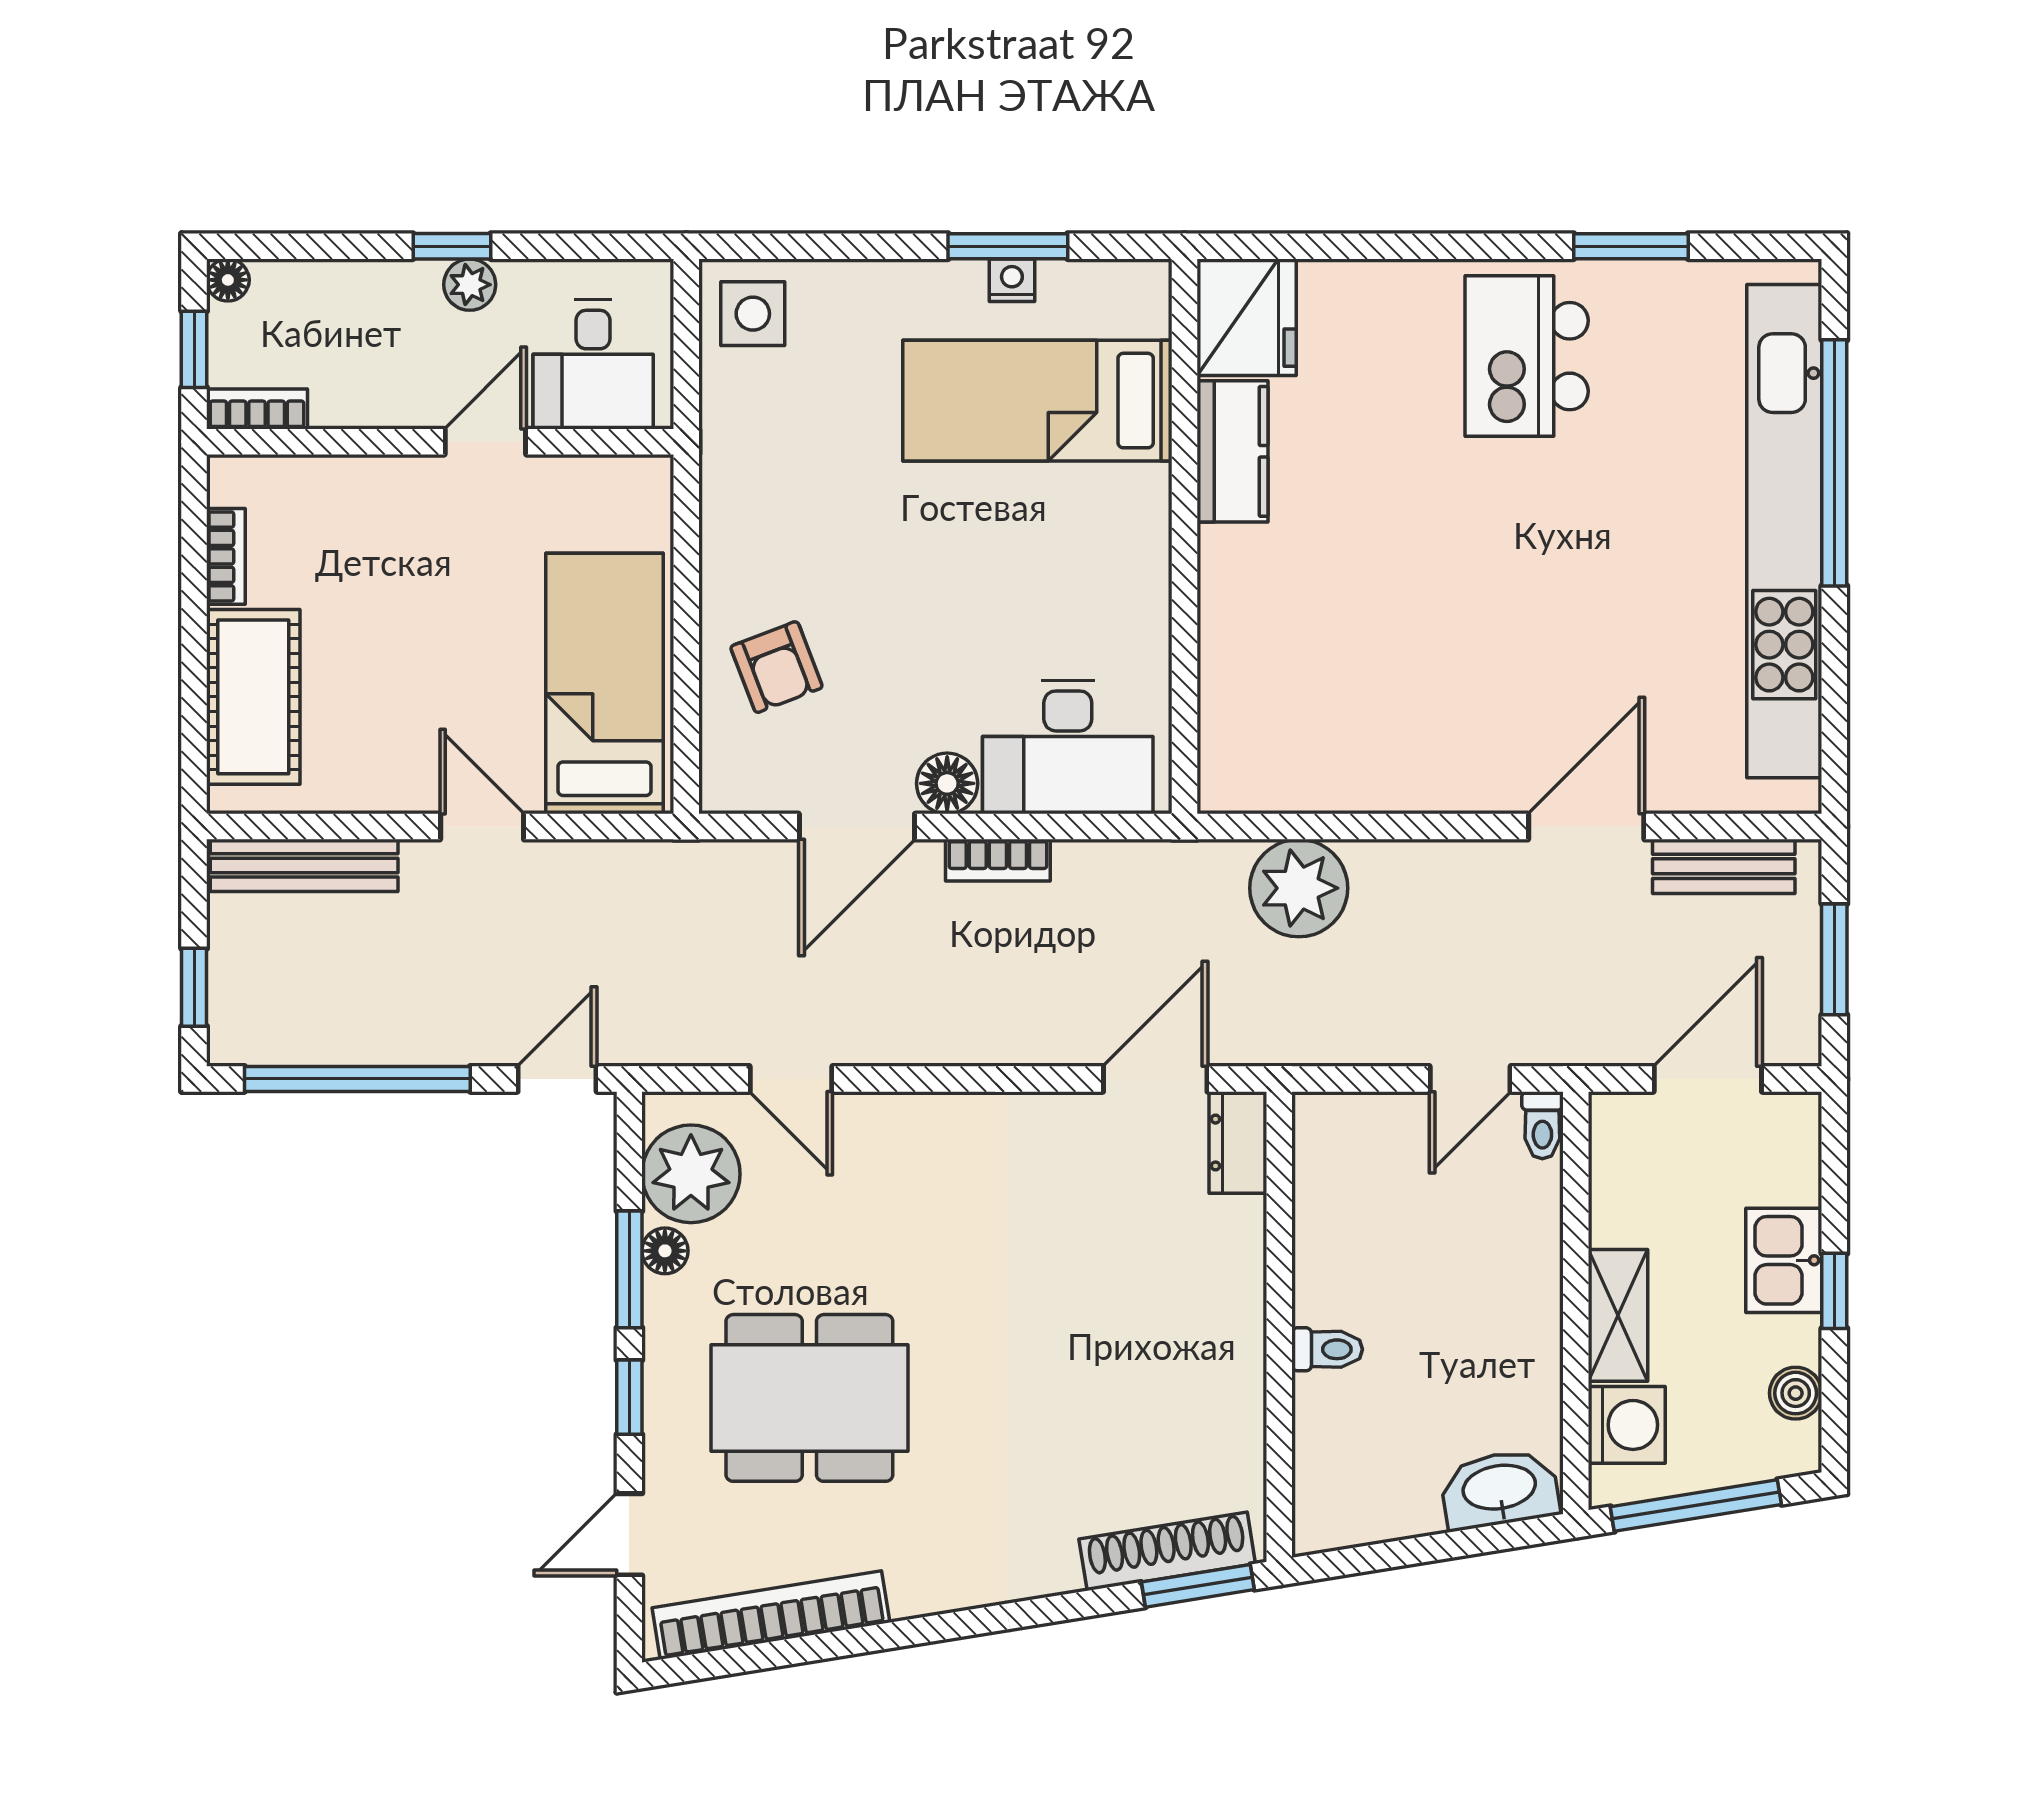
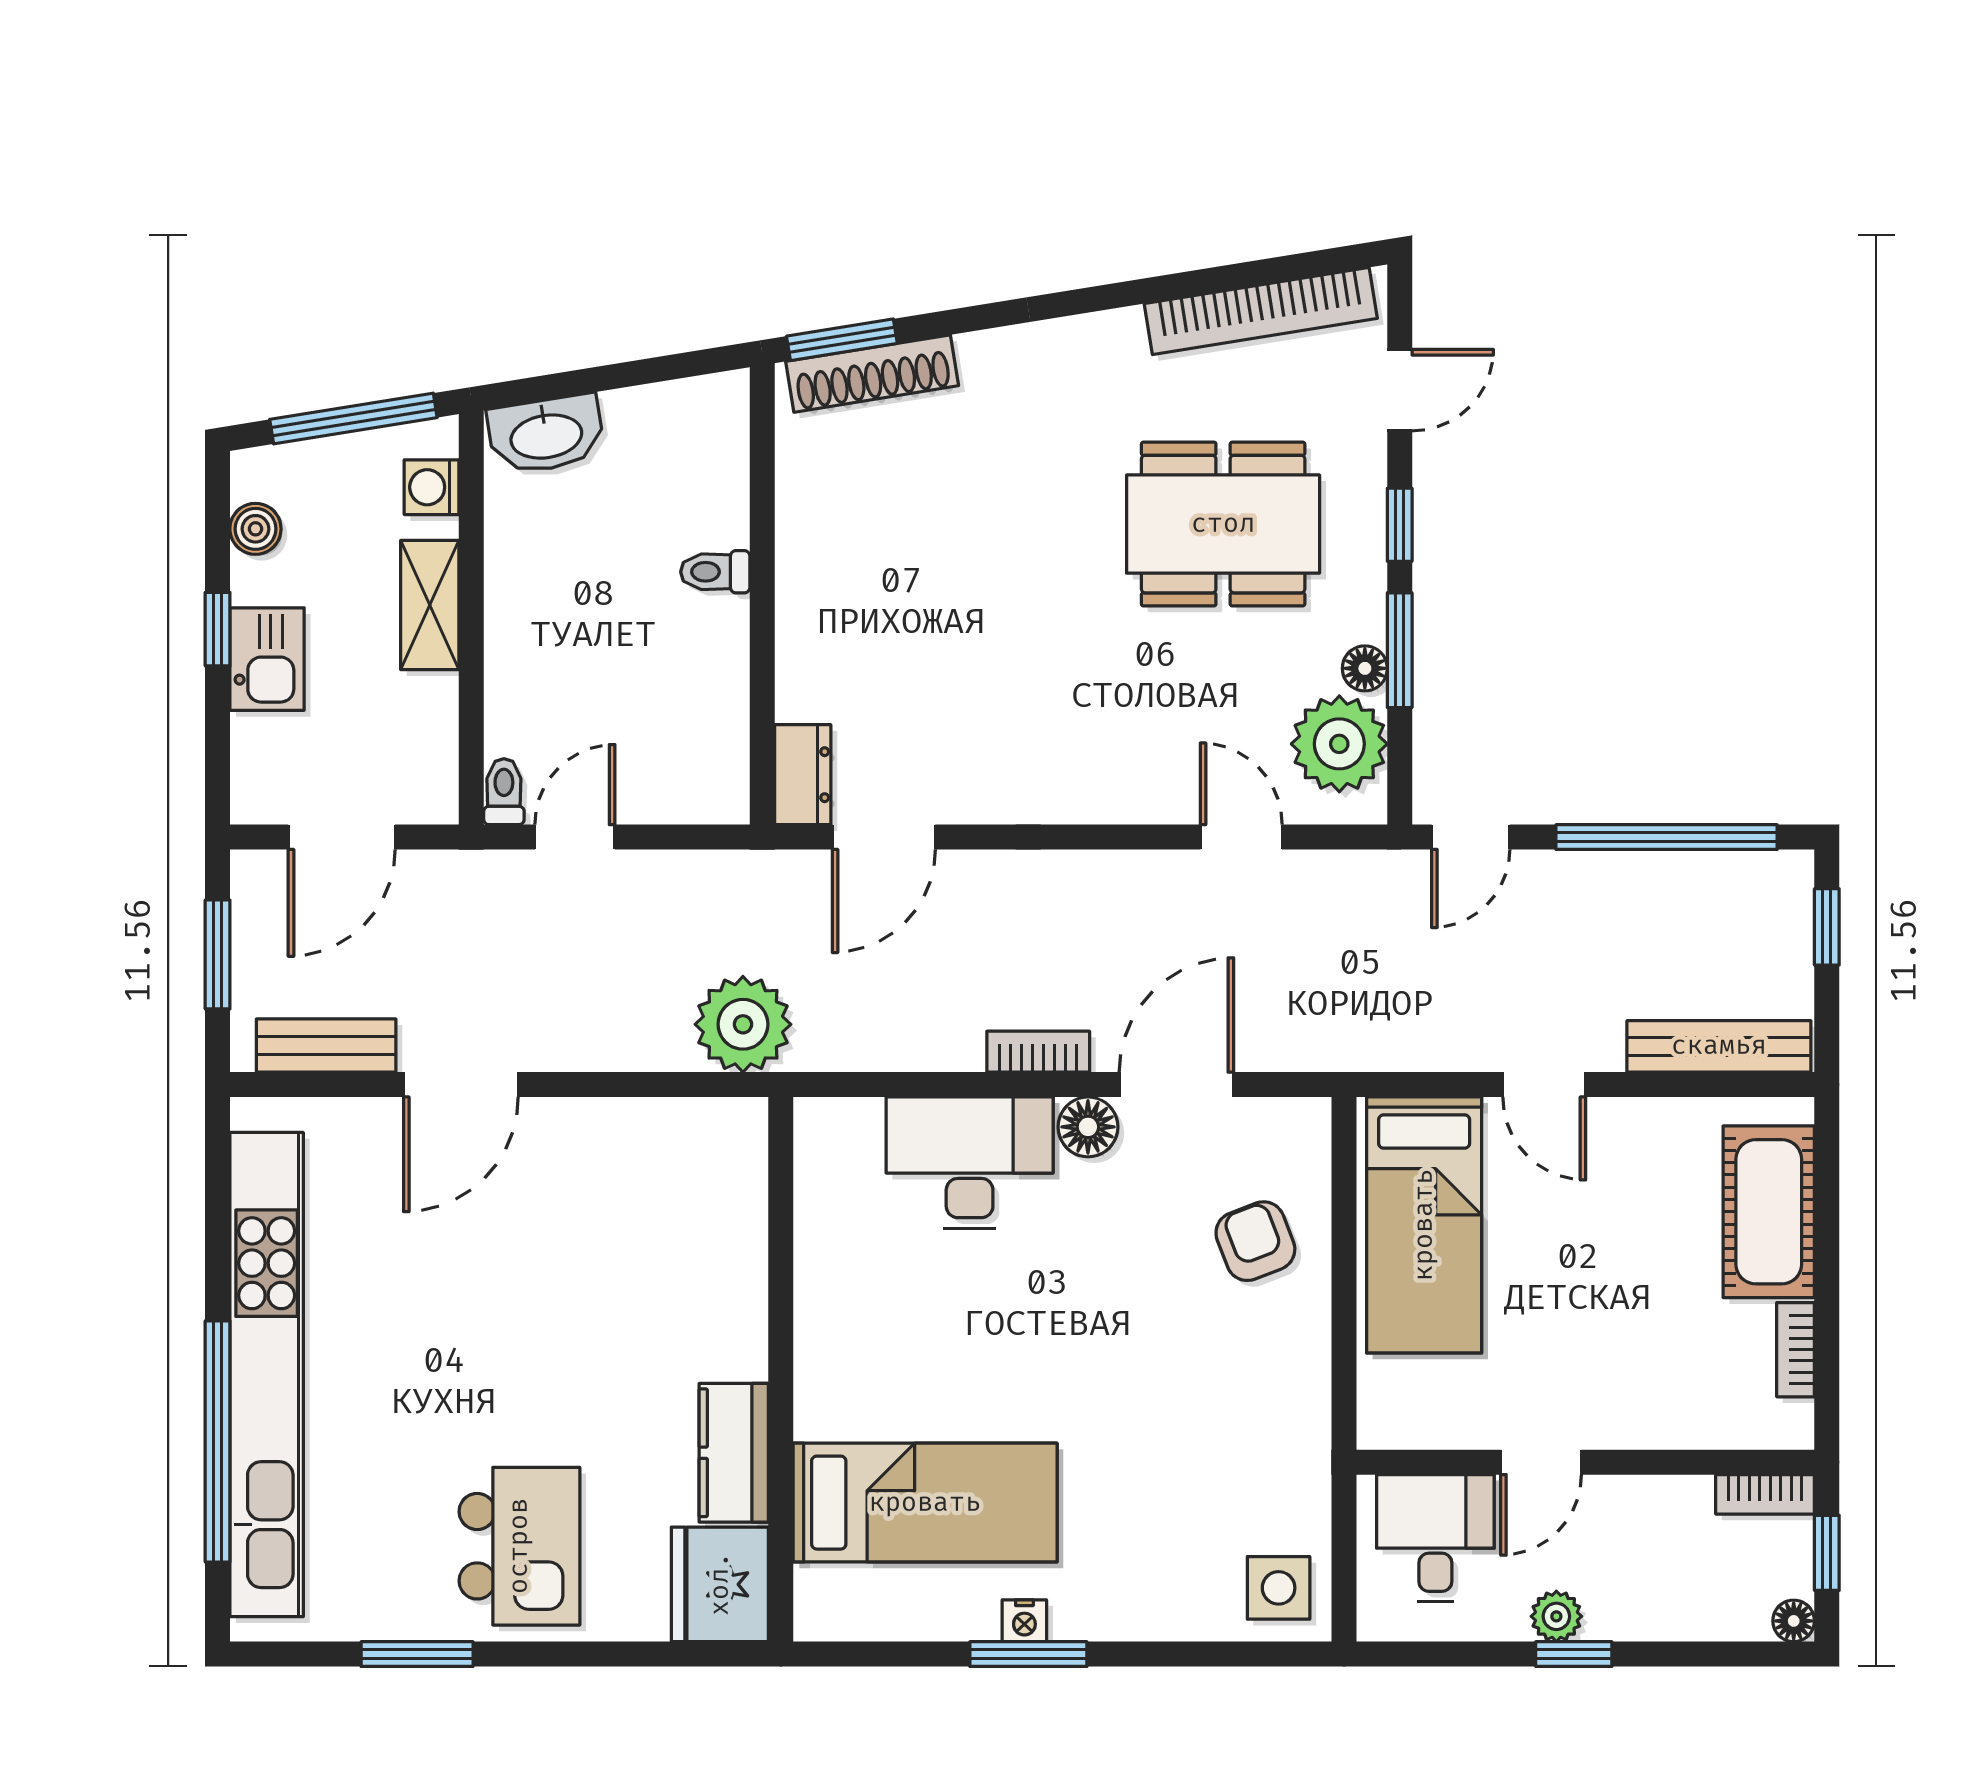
fridge: (1247, 317) -> (720, 1584), moved
bed: (1037, 401) -> (925, 1503), moved
kitchen counter: (1232, 451) -> (734, 1453), moved
wall: (1185, 536) -> (781, 1369), moved
washing machine: (1627, 1425) -> (432, 487), width x0.73, depth x0.73

